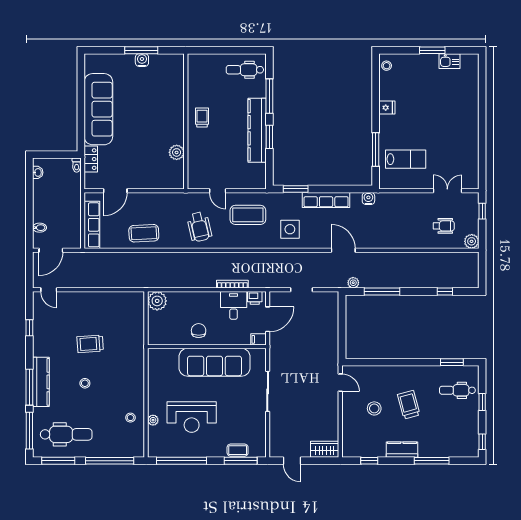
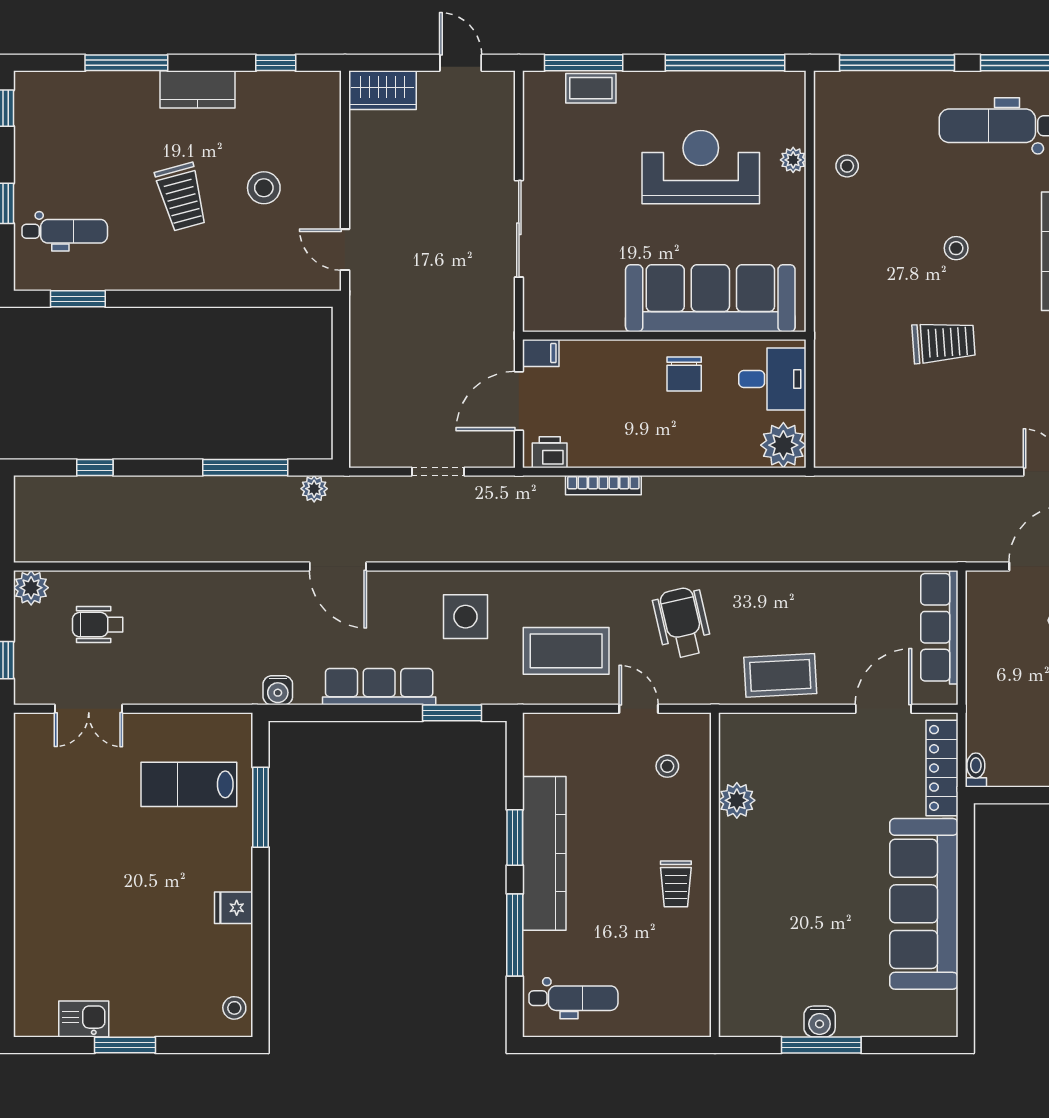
locker: (91, 159) -> (942, 768), width x1.53
stool: (206, 167) -> (667, 766), added
coffee table: (144, 233) -> (780, 675), moved
desk: (234, 305) -> (772, 379), moved, turned -90
sofa: (215, 362) -> (710, 298), moved

